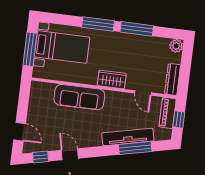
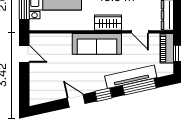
sofa: (79, 97) -> (97, 44), moved
door: (20, 132) -> (24, 54), moved
window: (41, 157) -> (103, 95), moved

